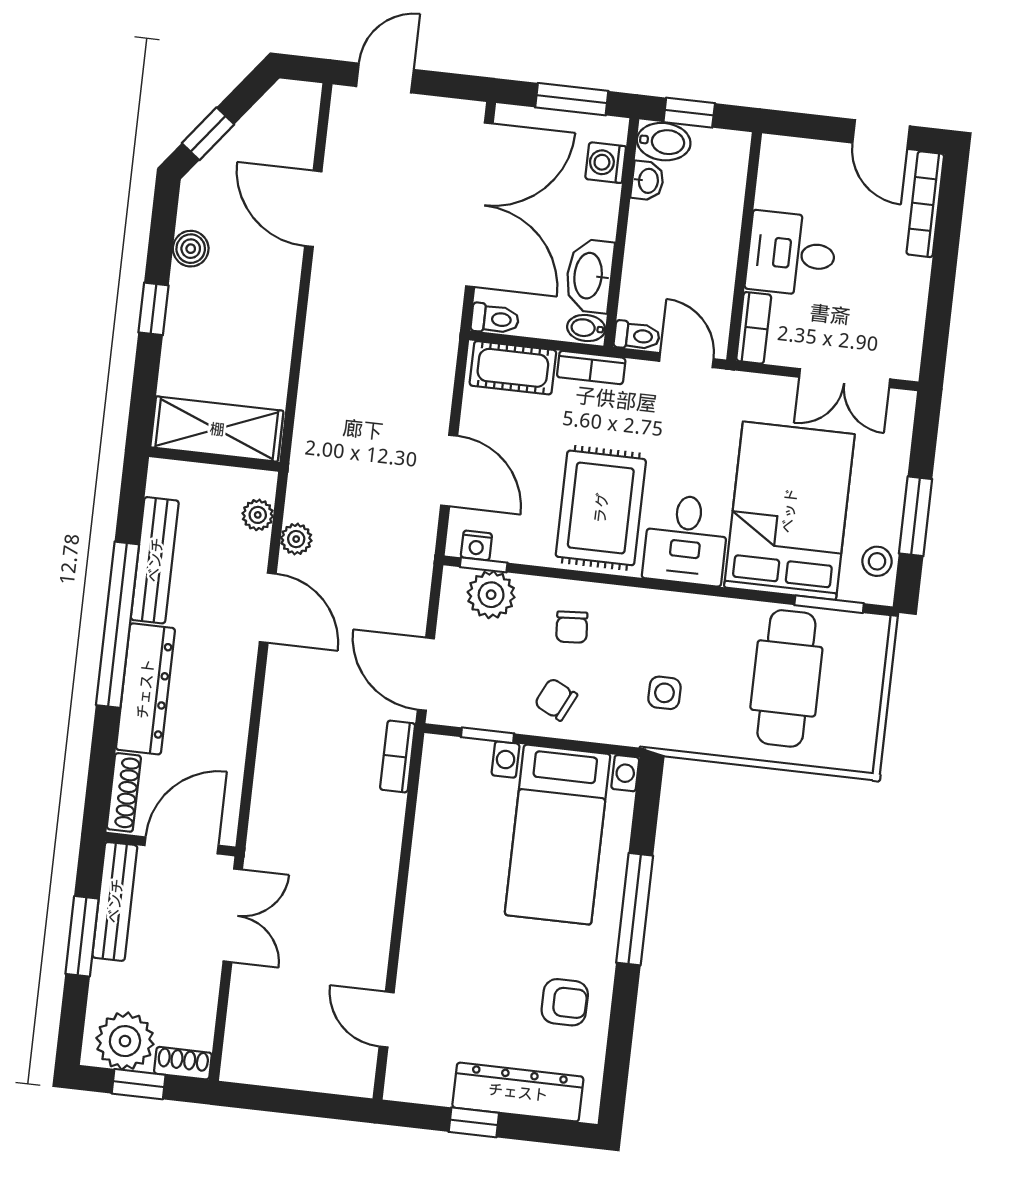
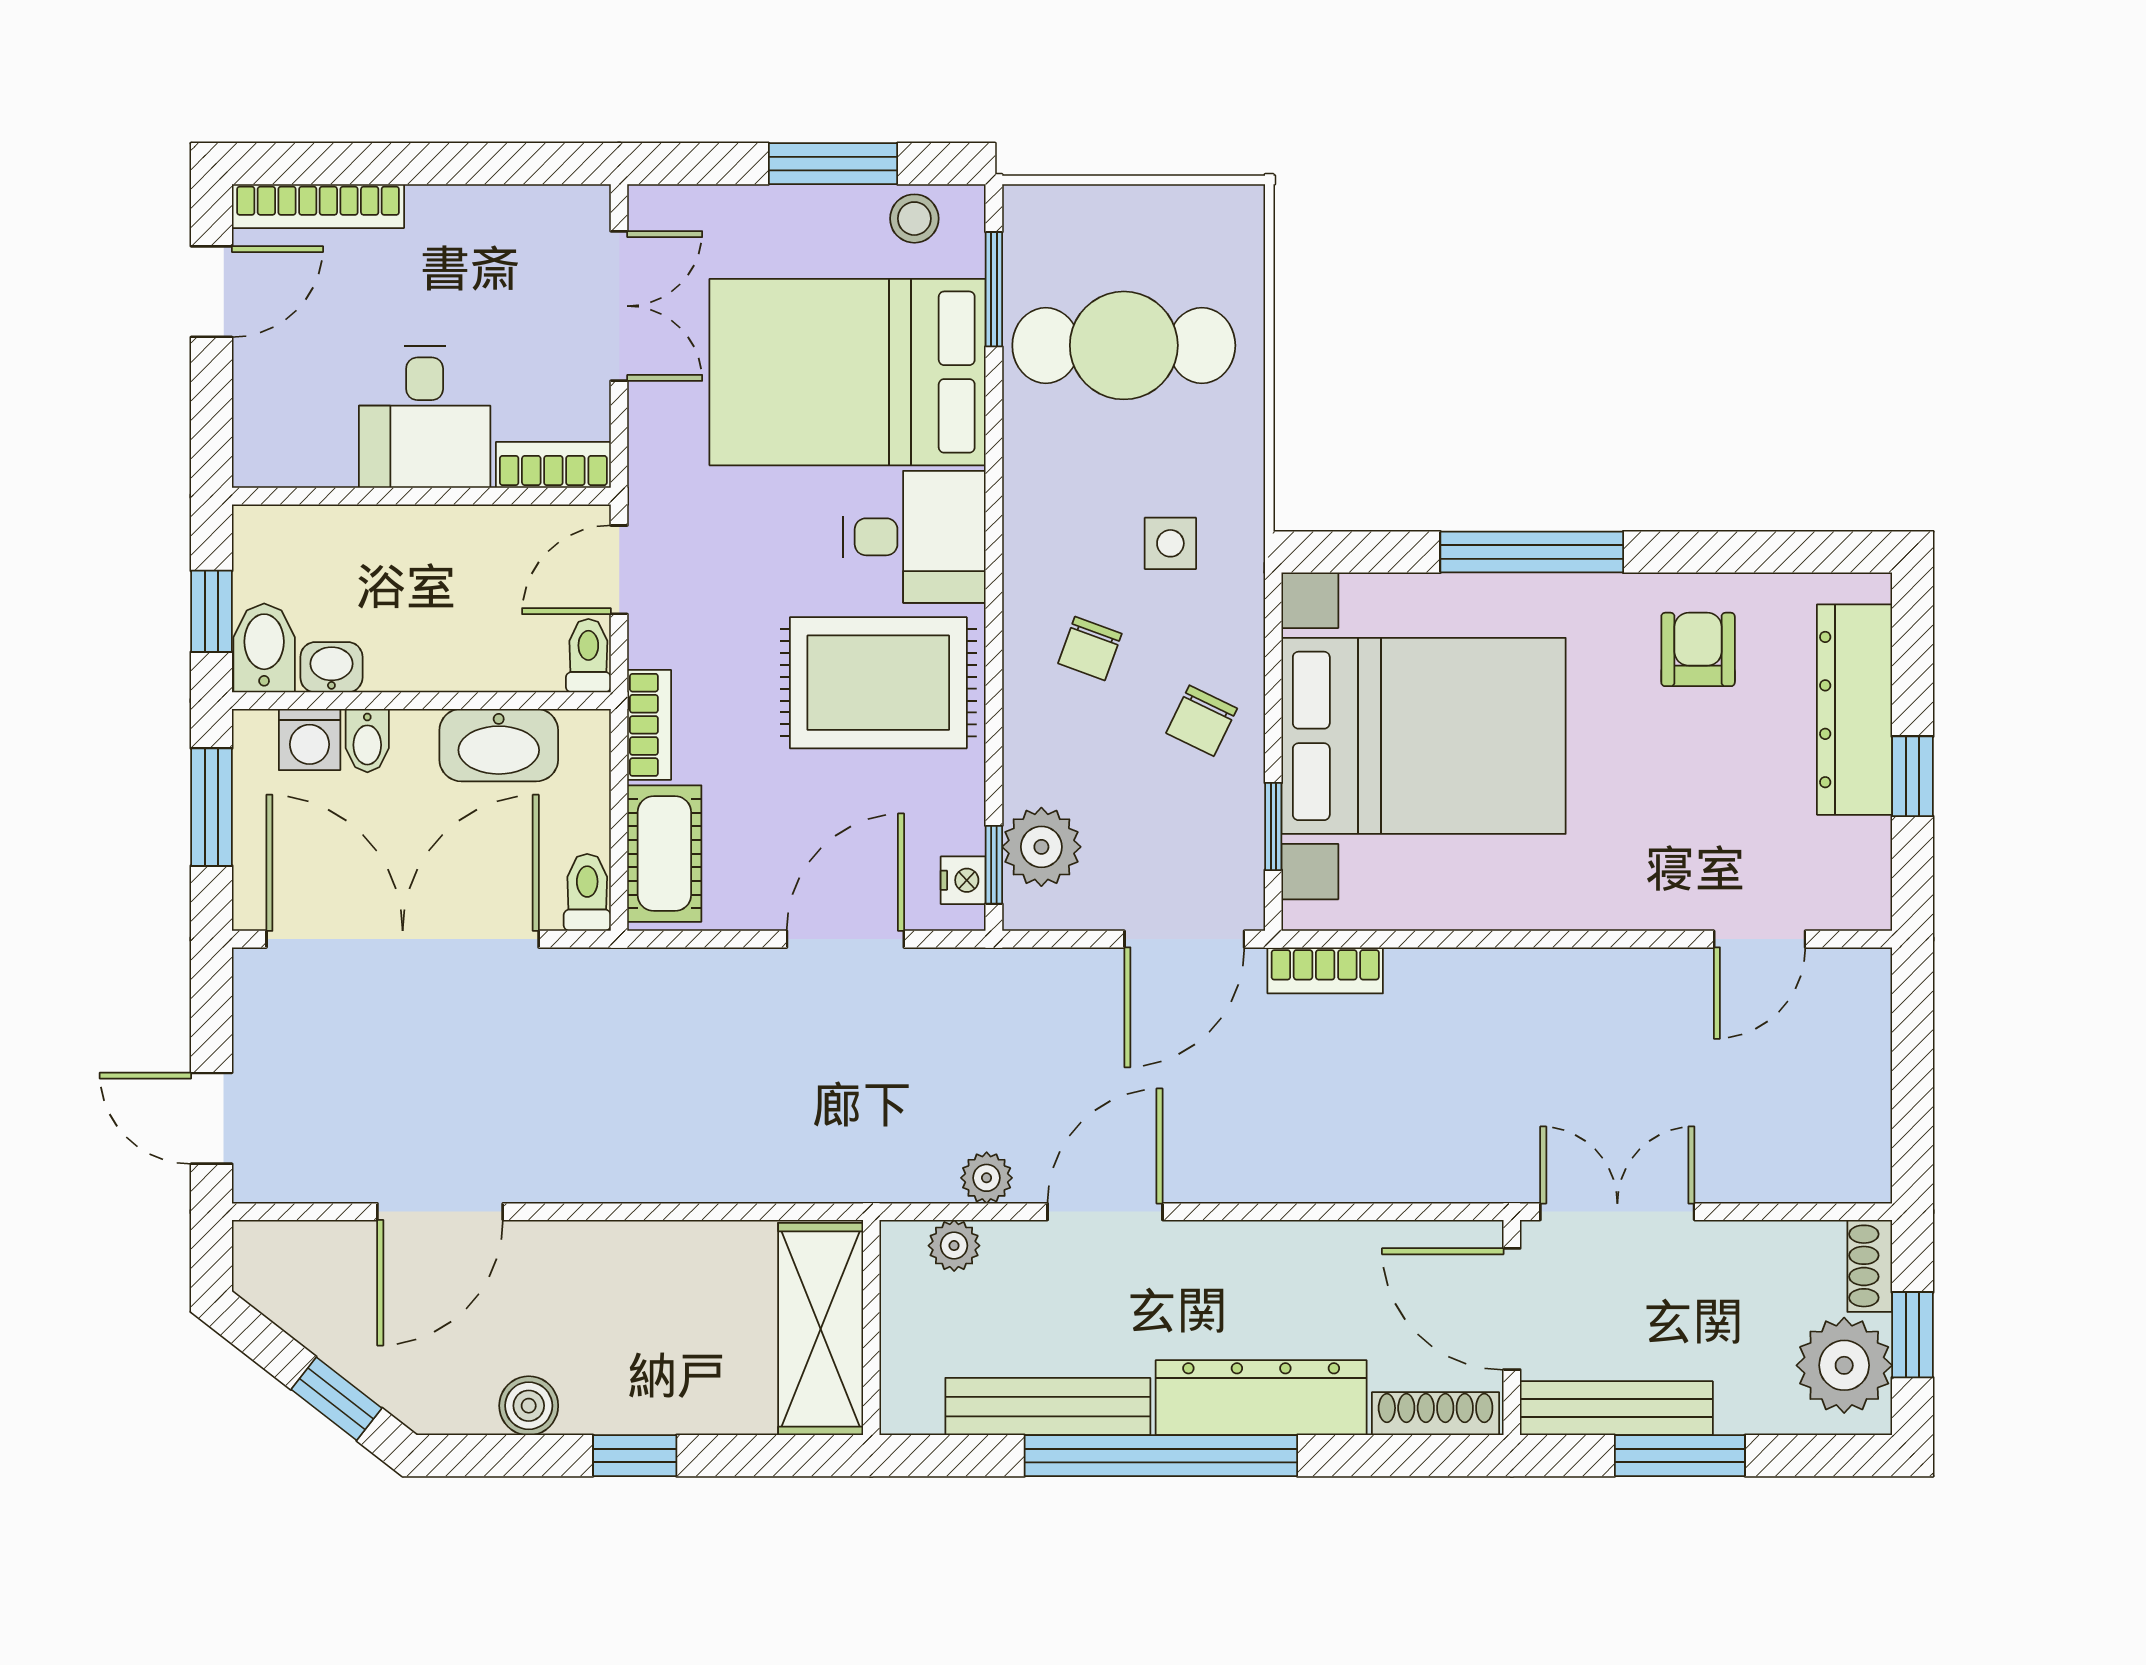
bidet: (586, 328) -> (367, 741), moved
chair: (572, 627) -> (1090, 648), moved, turned 114
bed with nightstands: (558, 835) -> (1424, 736), width x1.36

